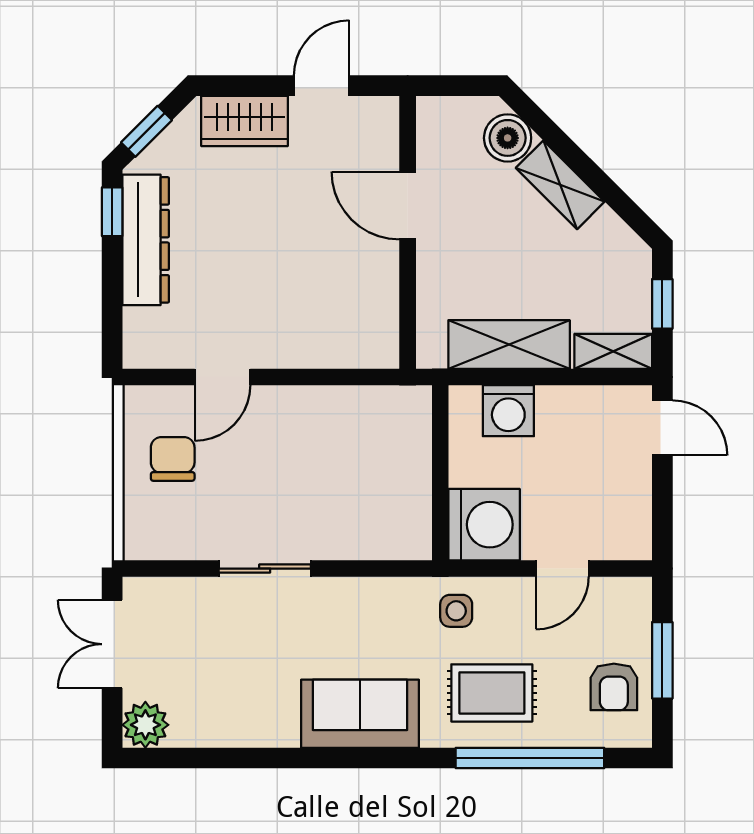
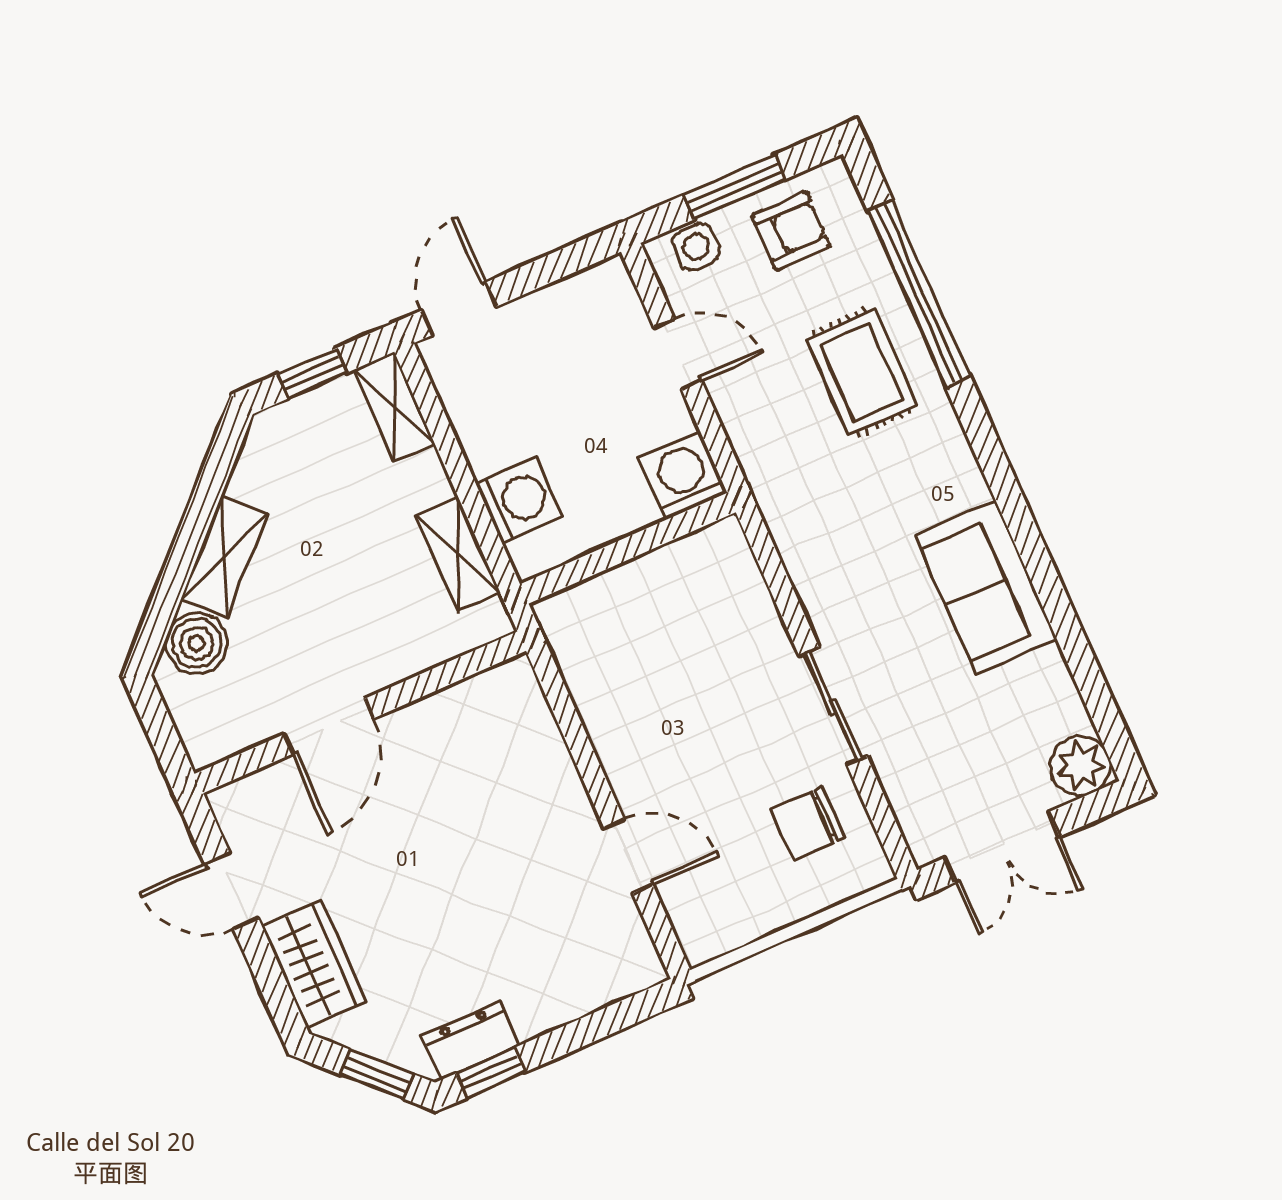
dresser: (146, 240) -> (471, 1041), width x0.51, depth x0.80
shelving: (509, 345) -> (458, 554), width x0.67, depth x0.75
chair: (173, 459) -> (808, 824), moved
washing machine: (484, 525) -> (683, 476), width x0.73, depth x0.73
side table: (456, 611) -> (696, 247), moved
sofa: (360, 714) -> (986, 587), moved

